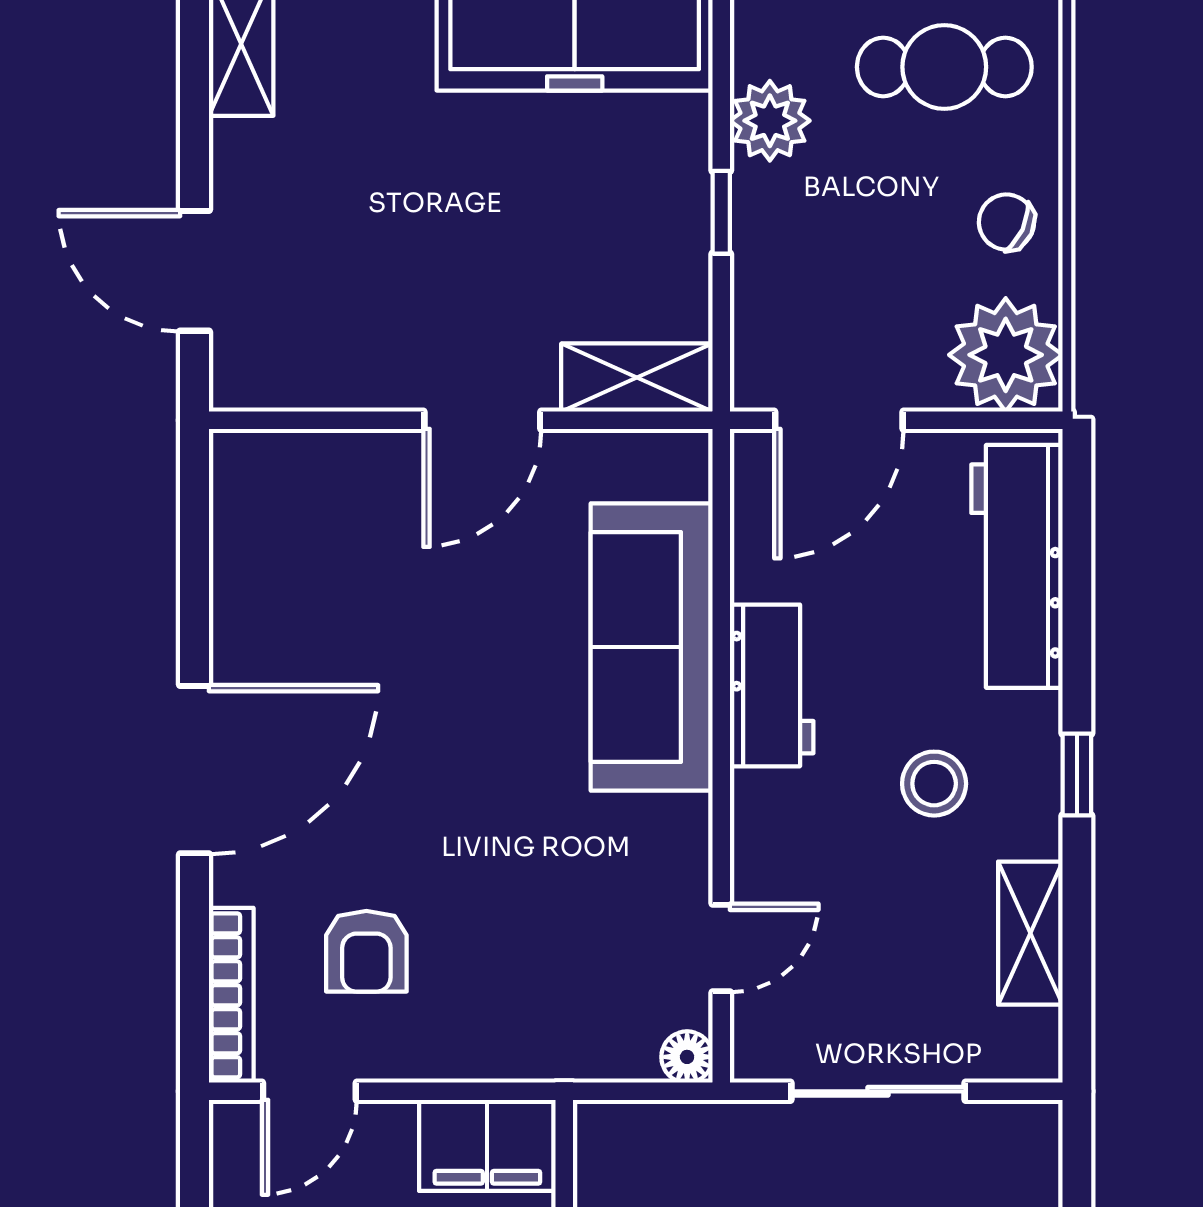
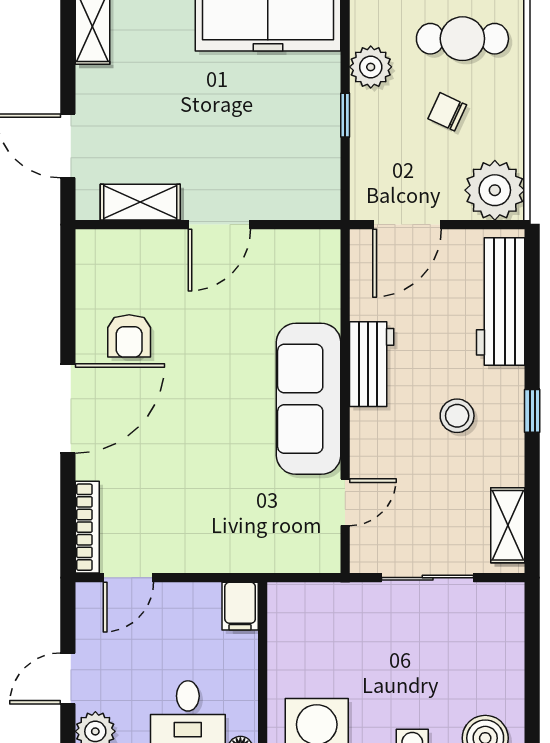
chair: (1007, 222) -> (447, 112), moved
shelving: (637, 378) -> (140, 202), moved
sofa: (652, 647) -> (309, 399), moved
shelving: (1030, 933) -> (508, 525), moved
armchair: (366, 951) -> (129, 336), moved
floor lamp: (687, 1057) -> (327, 560), removed
filing cabinet: (487, 1145) -> (240, 606), width x0.50

